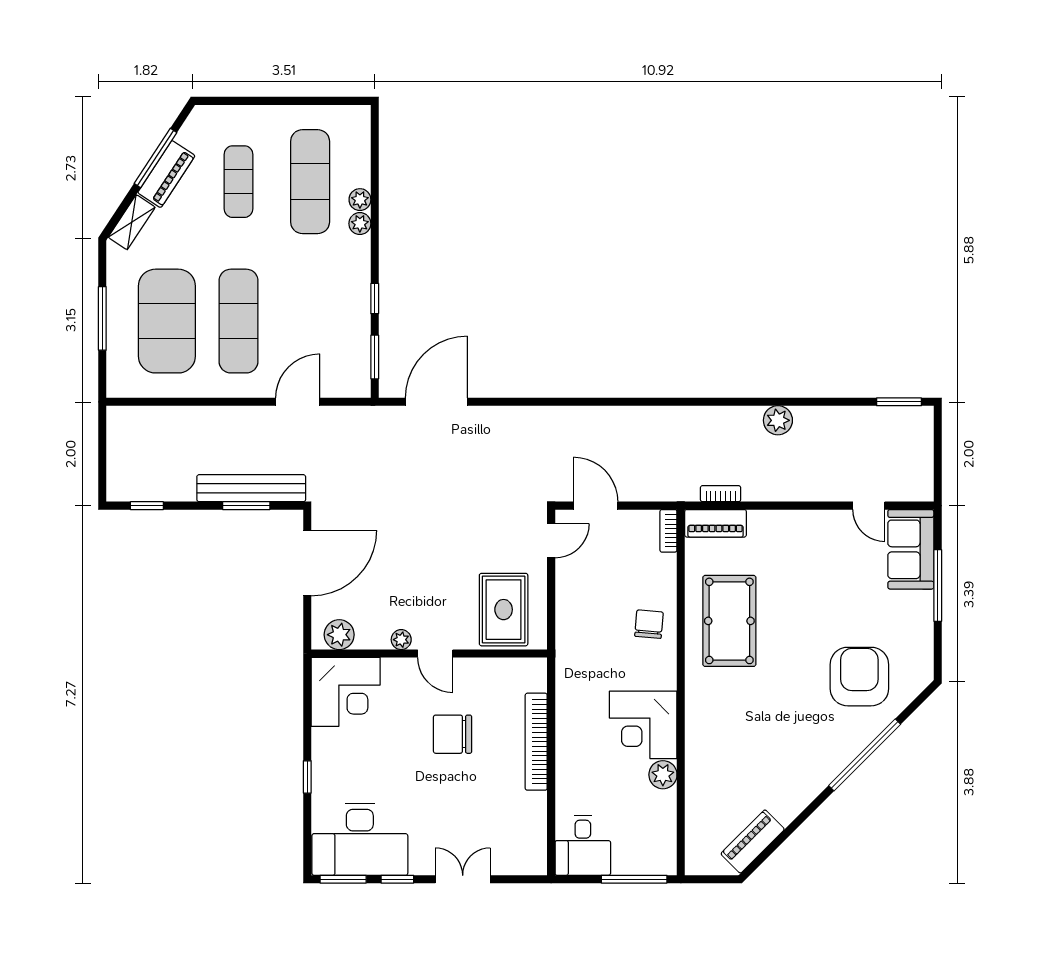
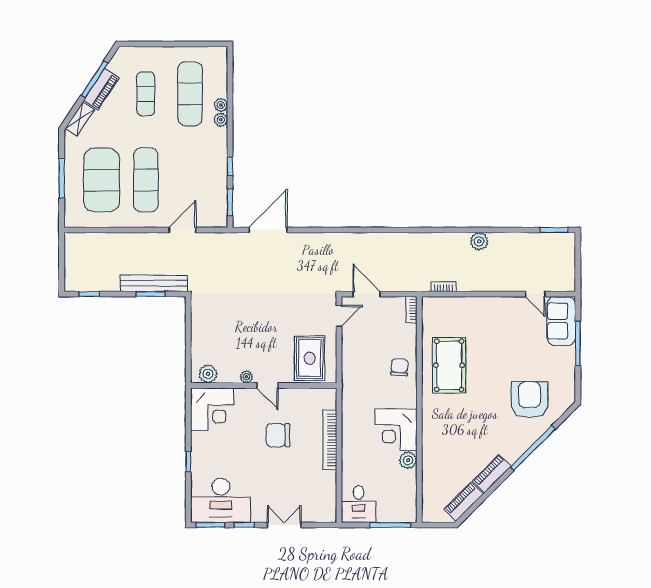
piano: (716, 523) -> (492, 474), moved, turned 135
door: (307, 563) -> (188, 330), removed

